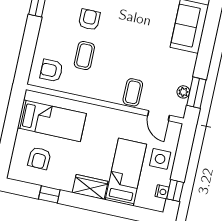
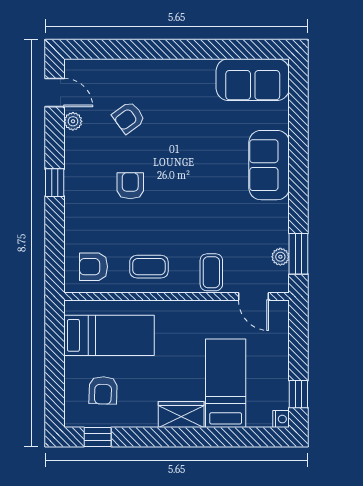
coffee table: (84, 56) -> (149, 267), moved, turned 90
side table: (160, 159) -> (269, 355), removed
nightstand: (162, 192) -> (281, 419), moved
window: (49, 194) -> (98, 437), moved

